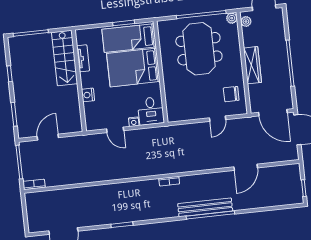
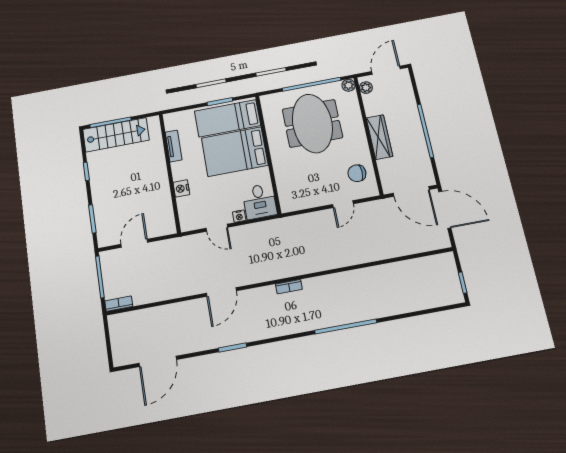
stairs: (65, 58) -> (116, 135), moved, turned -90
door: (246, 167) -> (221, 292), moved
bench: (205, 207) -> (338, 317), removed

